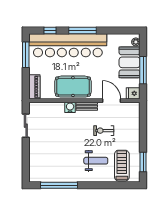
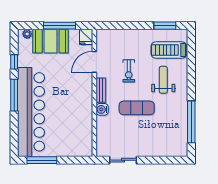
window: (50, 31) -> (14, 62), moved
piano: (34, 87) -> (79, 150), removed
pool table: (73, 87) -> (78, 106), removed
exercise mat: (71, 138) -> (137, 108), added

